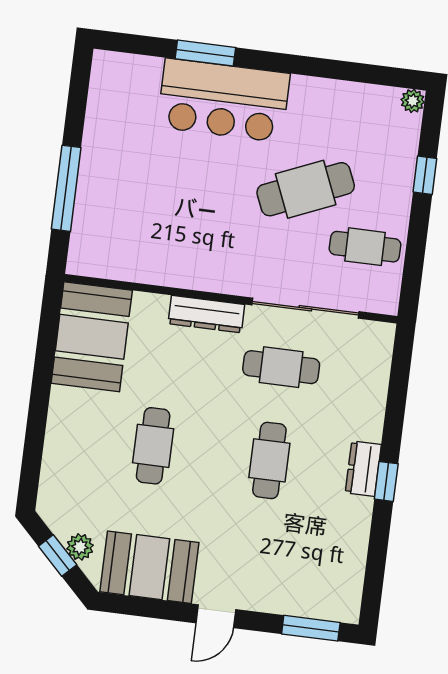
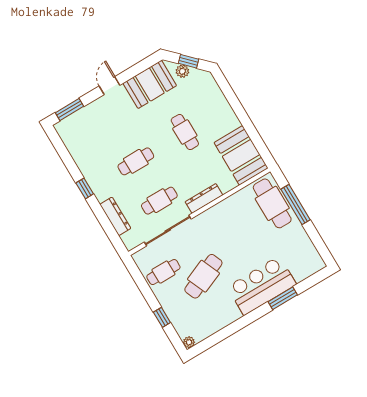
cafe table: (102, 220) -> (272, 203), added
cafe table: (269, 460) -> (136, 161), turned 90
dresser: (363, 469) -> (115, 216), moved, width x1.44

